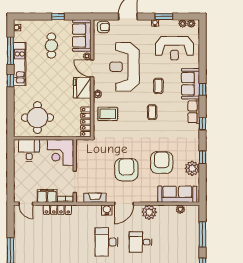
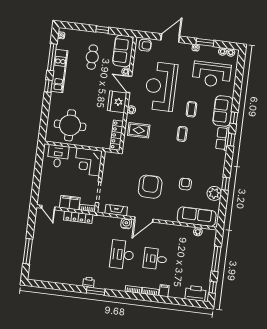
window: (203, 124) -> (231, 140), moved
armchair: (162, 163) -> (185, 184), width x0.53, depth x0.53
plant: (149, 212) -> (167, 231), removed

